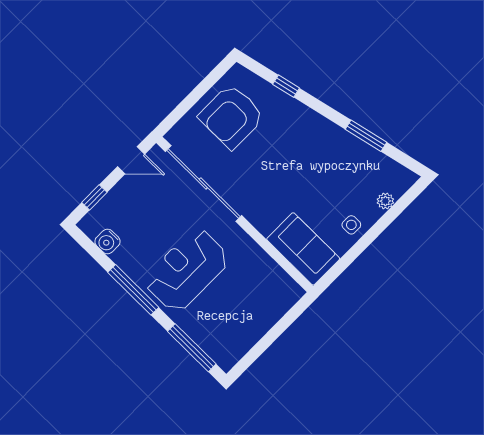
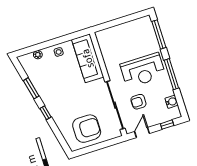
window: (286, 86) -> (46, 113), moved
door: (131, 160) -> (142, 133), hinge flipped
armchair: (166, 211) -> (138, 102), added
sofa: (303, 249) -> (88, 58), width x1.36

